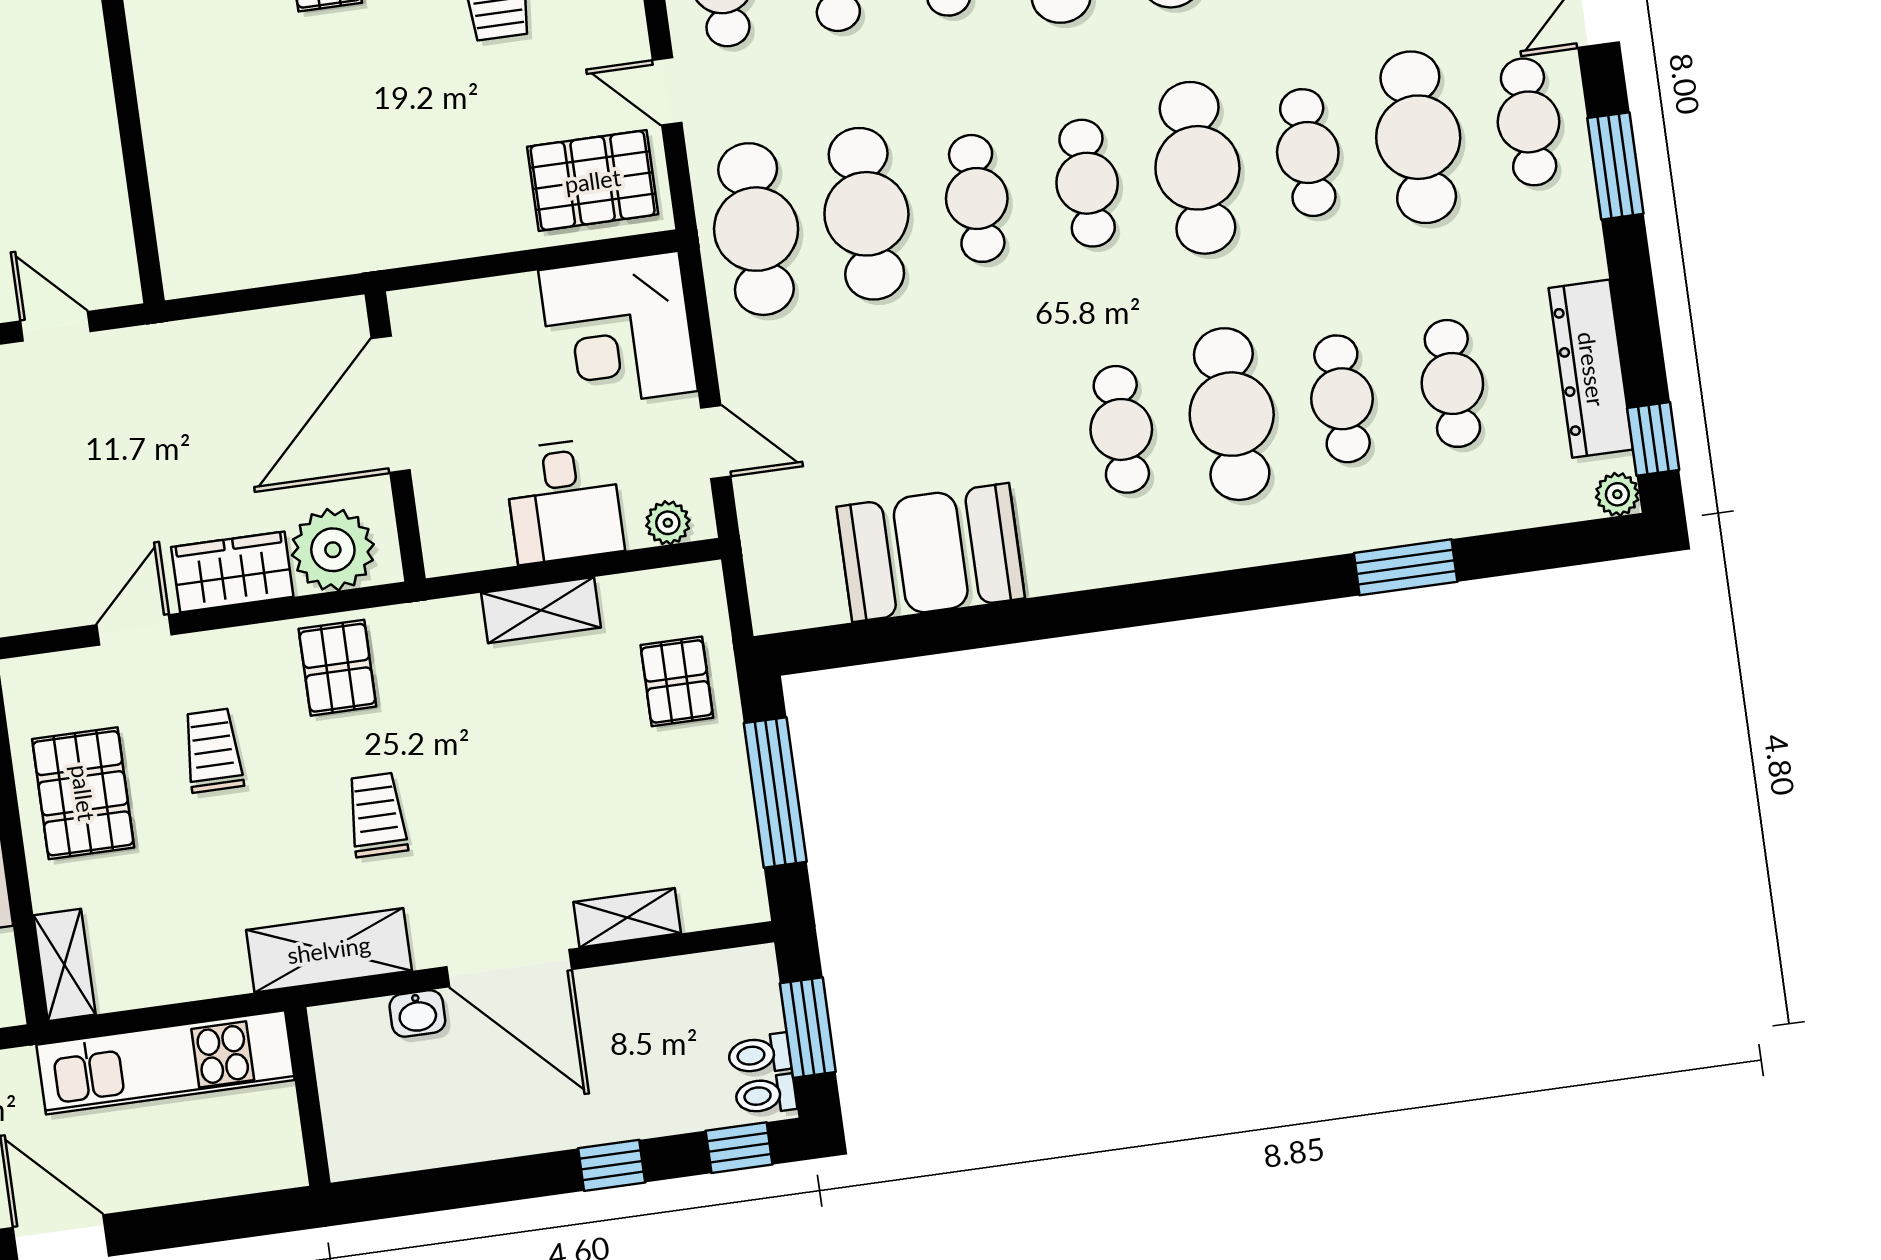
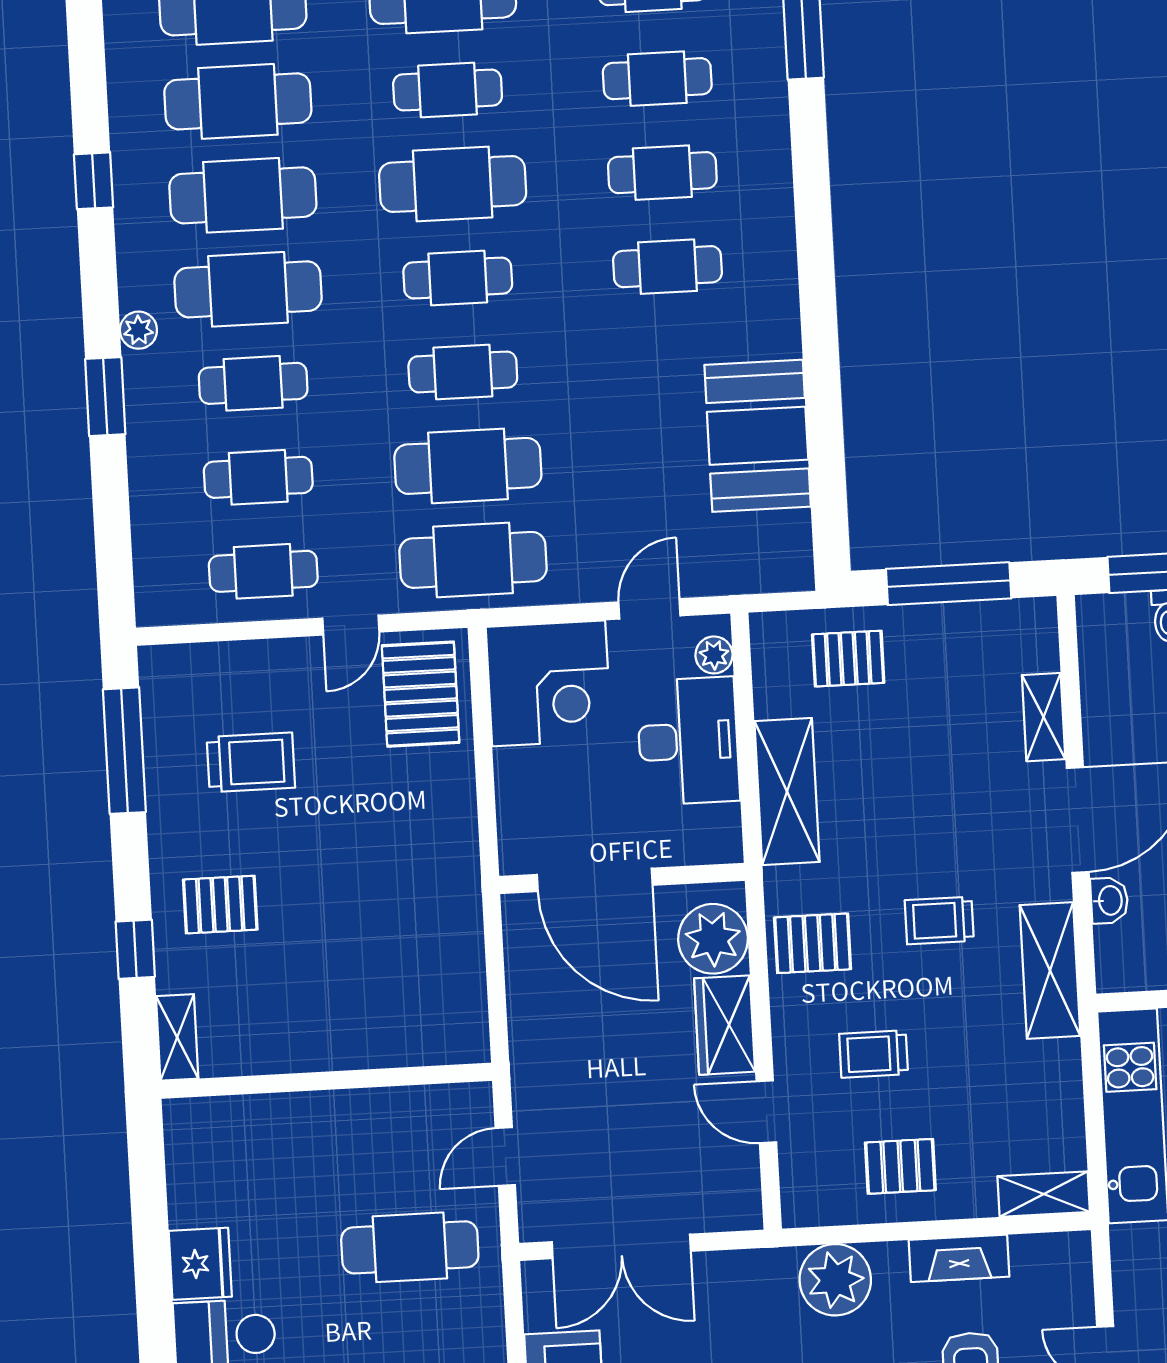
cafe table: (1232, 414) -> (662, 173), width x0.73, depth x0.74
desk: (564, 501) -> (688, 741), width x1.37
shelving: (541, 610) -> (787, 792), width x1.50, depth x1.33
pallet: (83, 793) -> (900, 1166), width x0.67, depth x0.71

